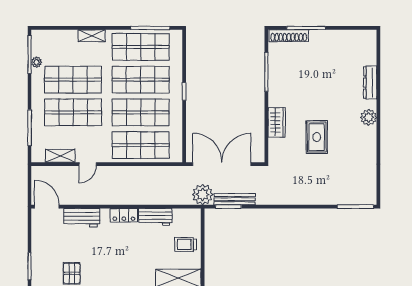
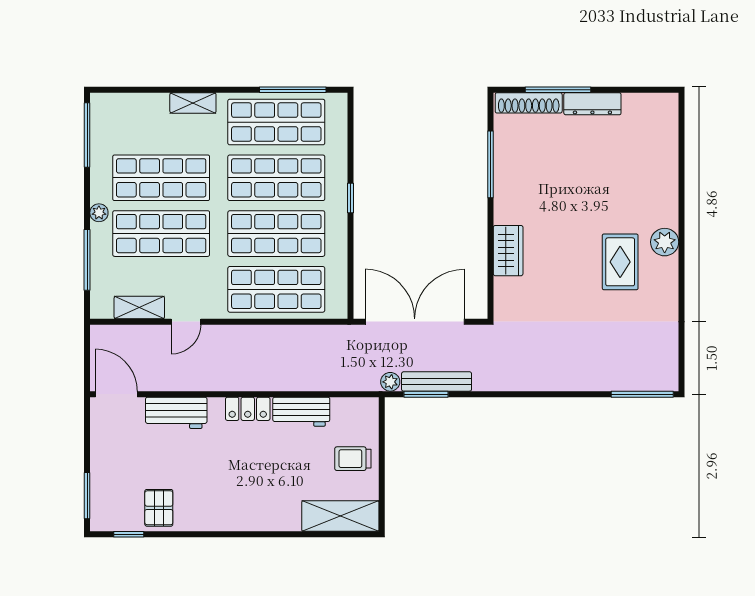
plant: (37, 62) -> (99, 213), moved
dresser: (370, 83) -> (592, 104), moved, turned -90
rug: (317, 137) -> (620, 262), moved
plant: (203, 195) -> (390, 382), width x0.53, depth x0.53

